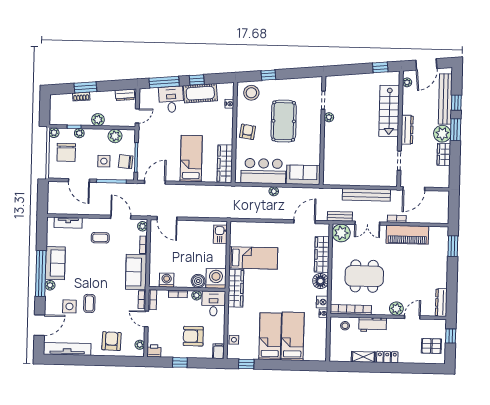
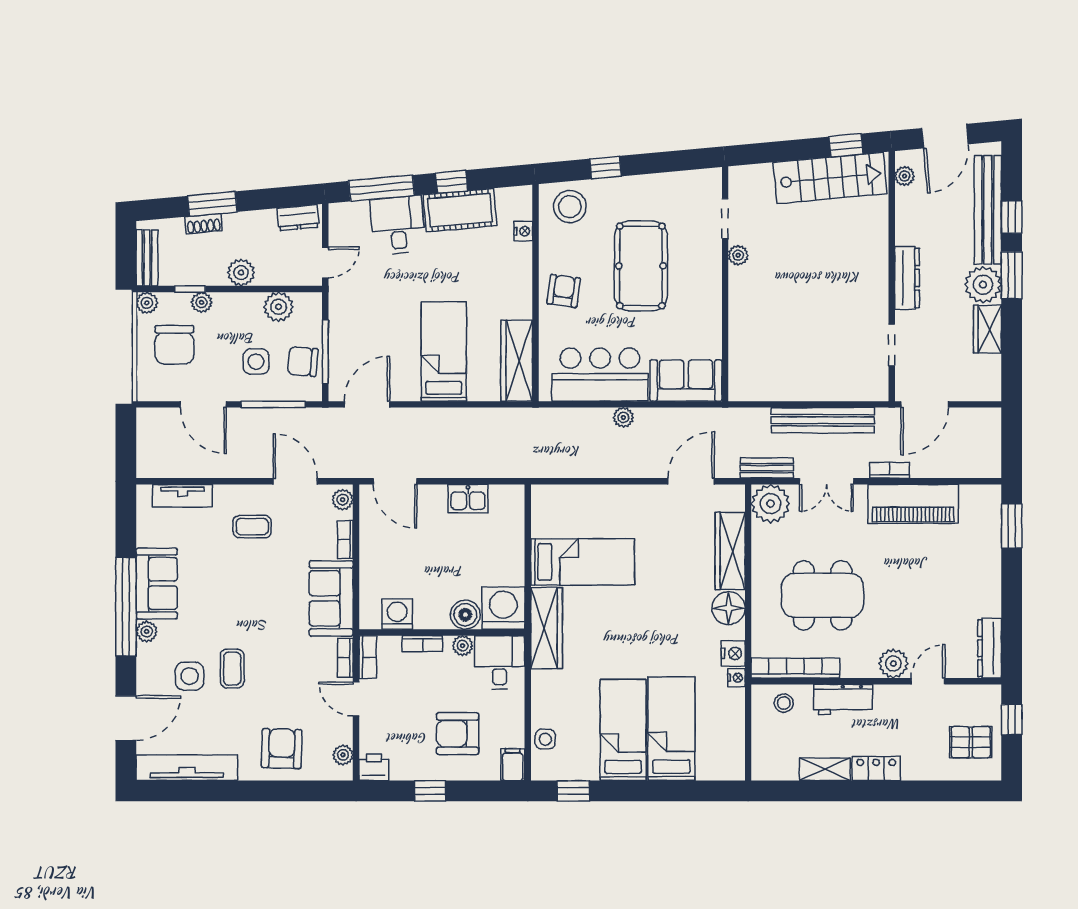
stairs: (389, 111) -> (830, 178), moved, turned -95
bench: (54, 112) -> (147, 258), added
kitchen sink: (220, 234) -> (468, 499), moved, turned -90

